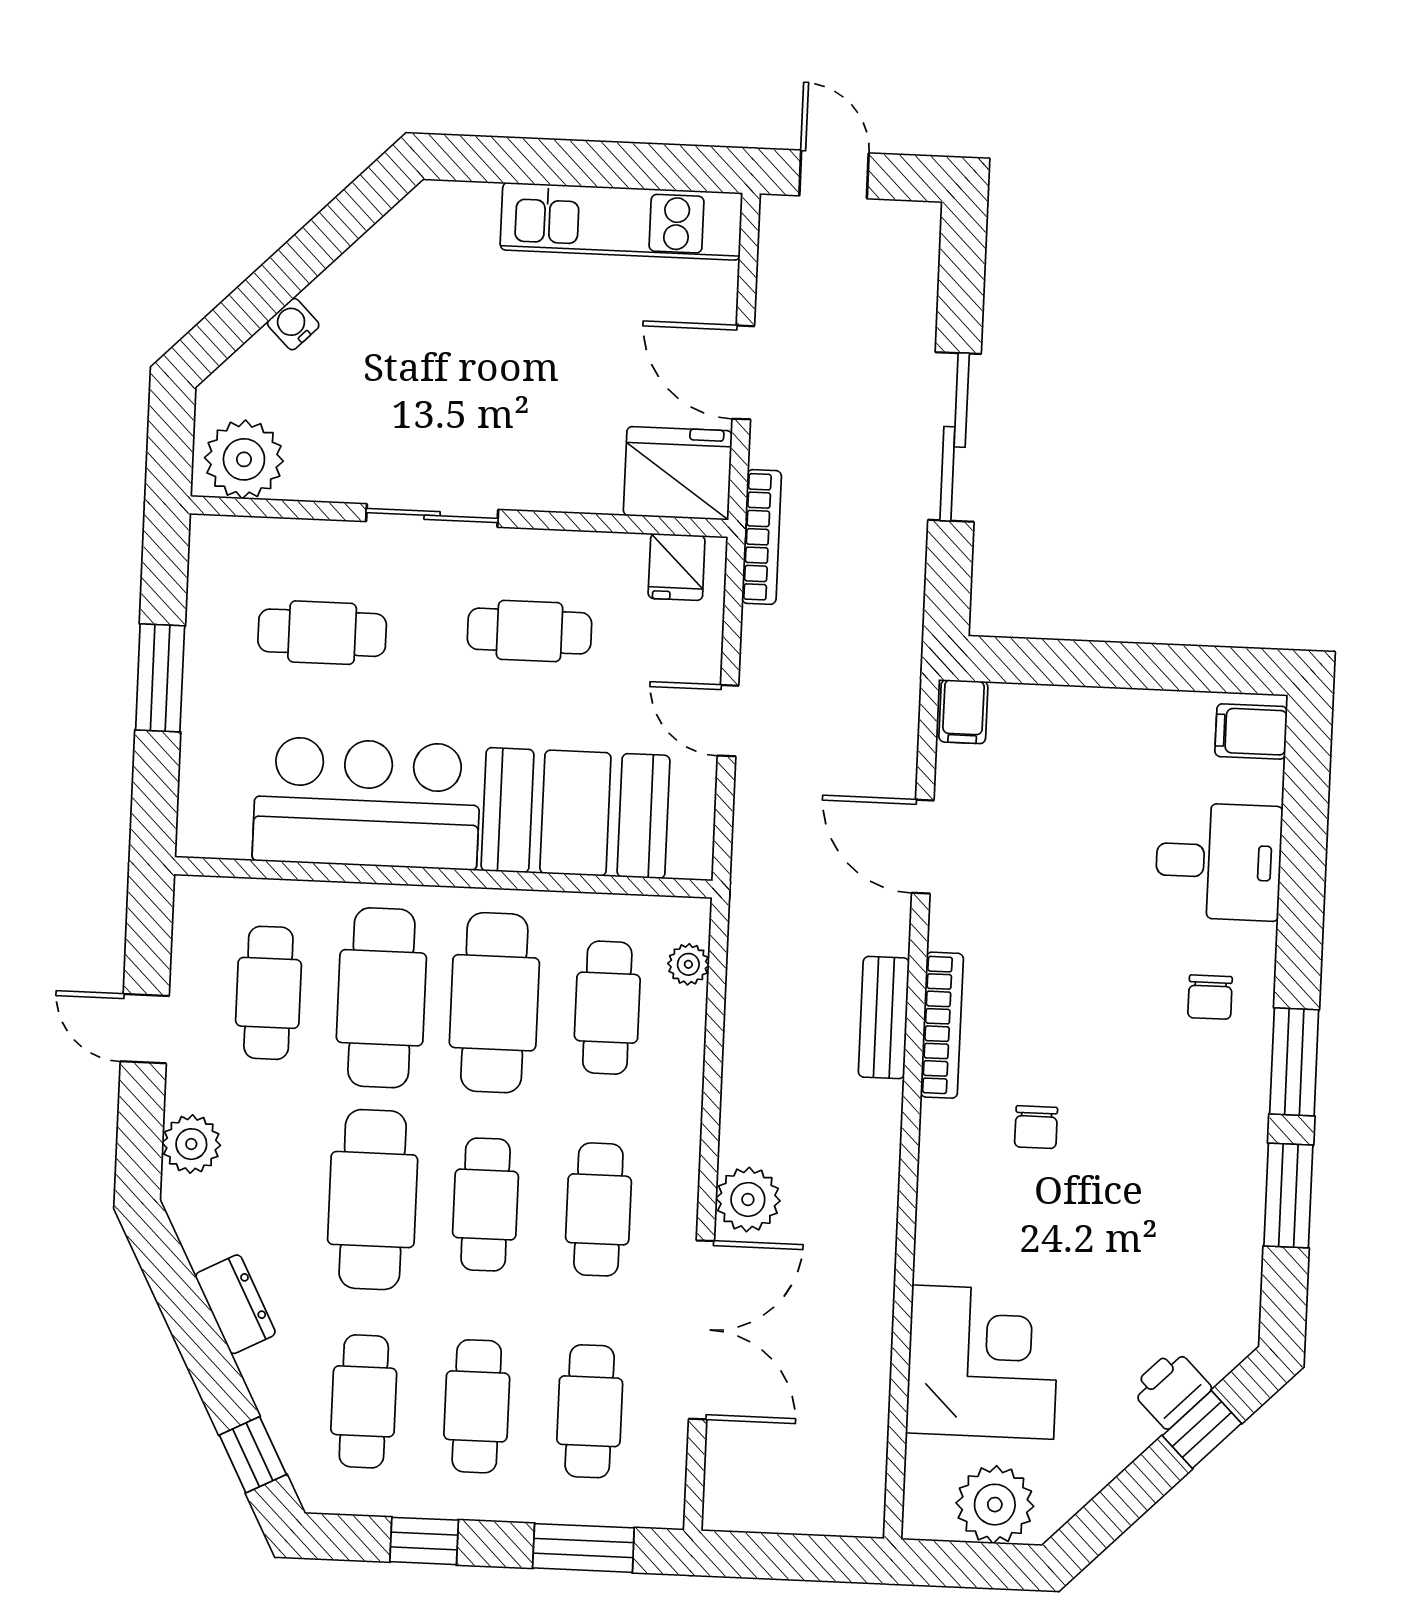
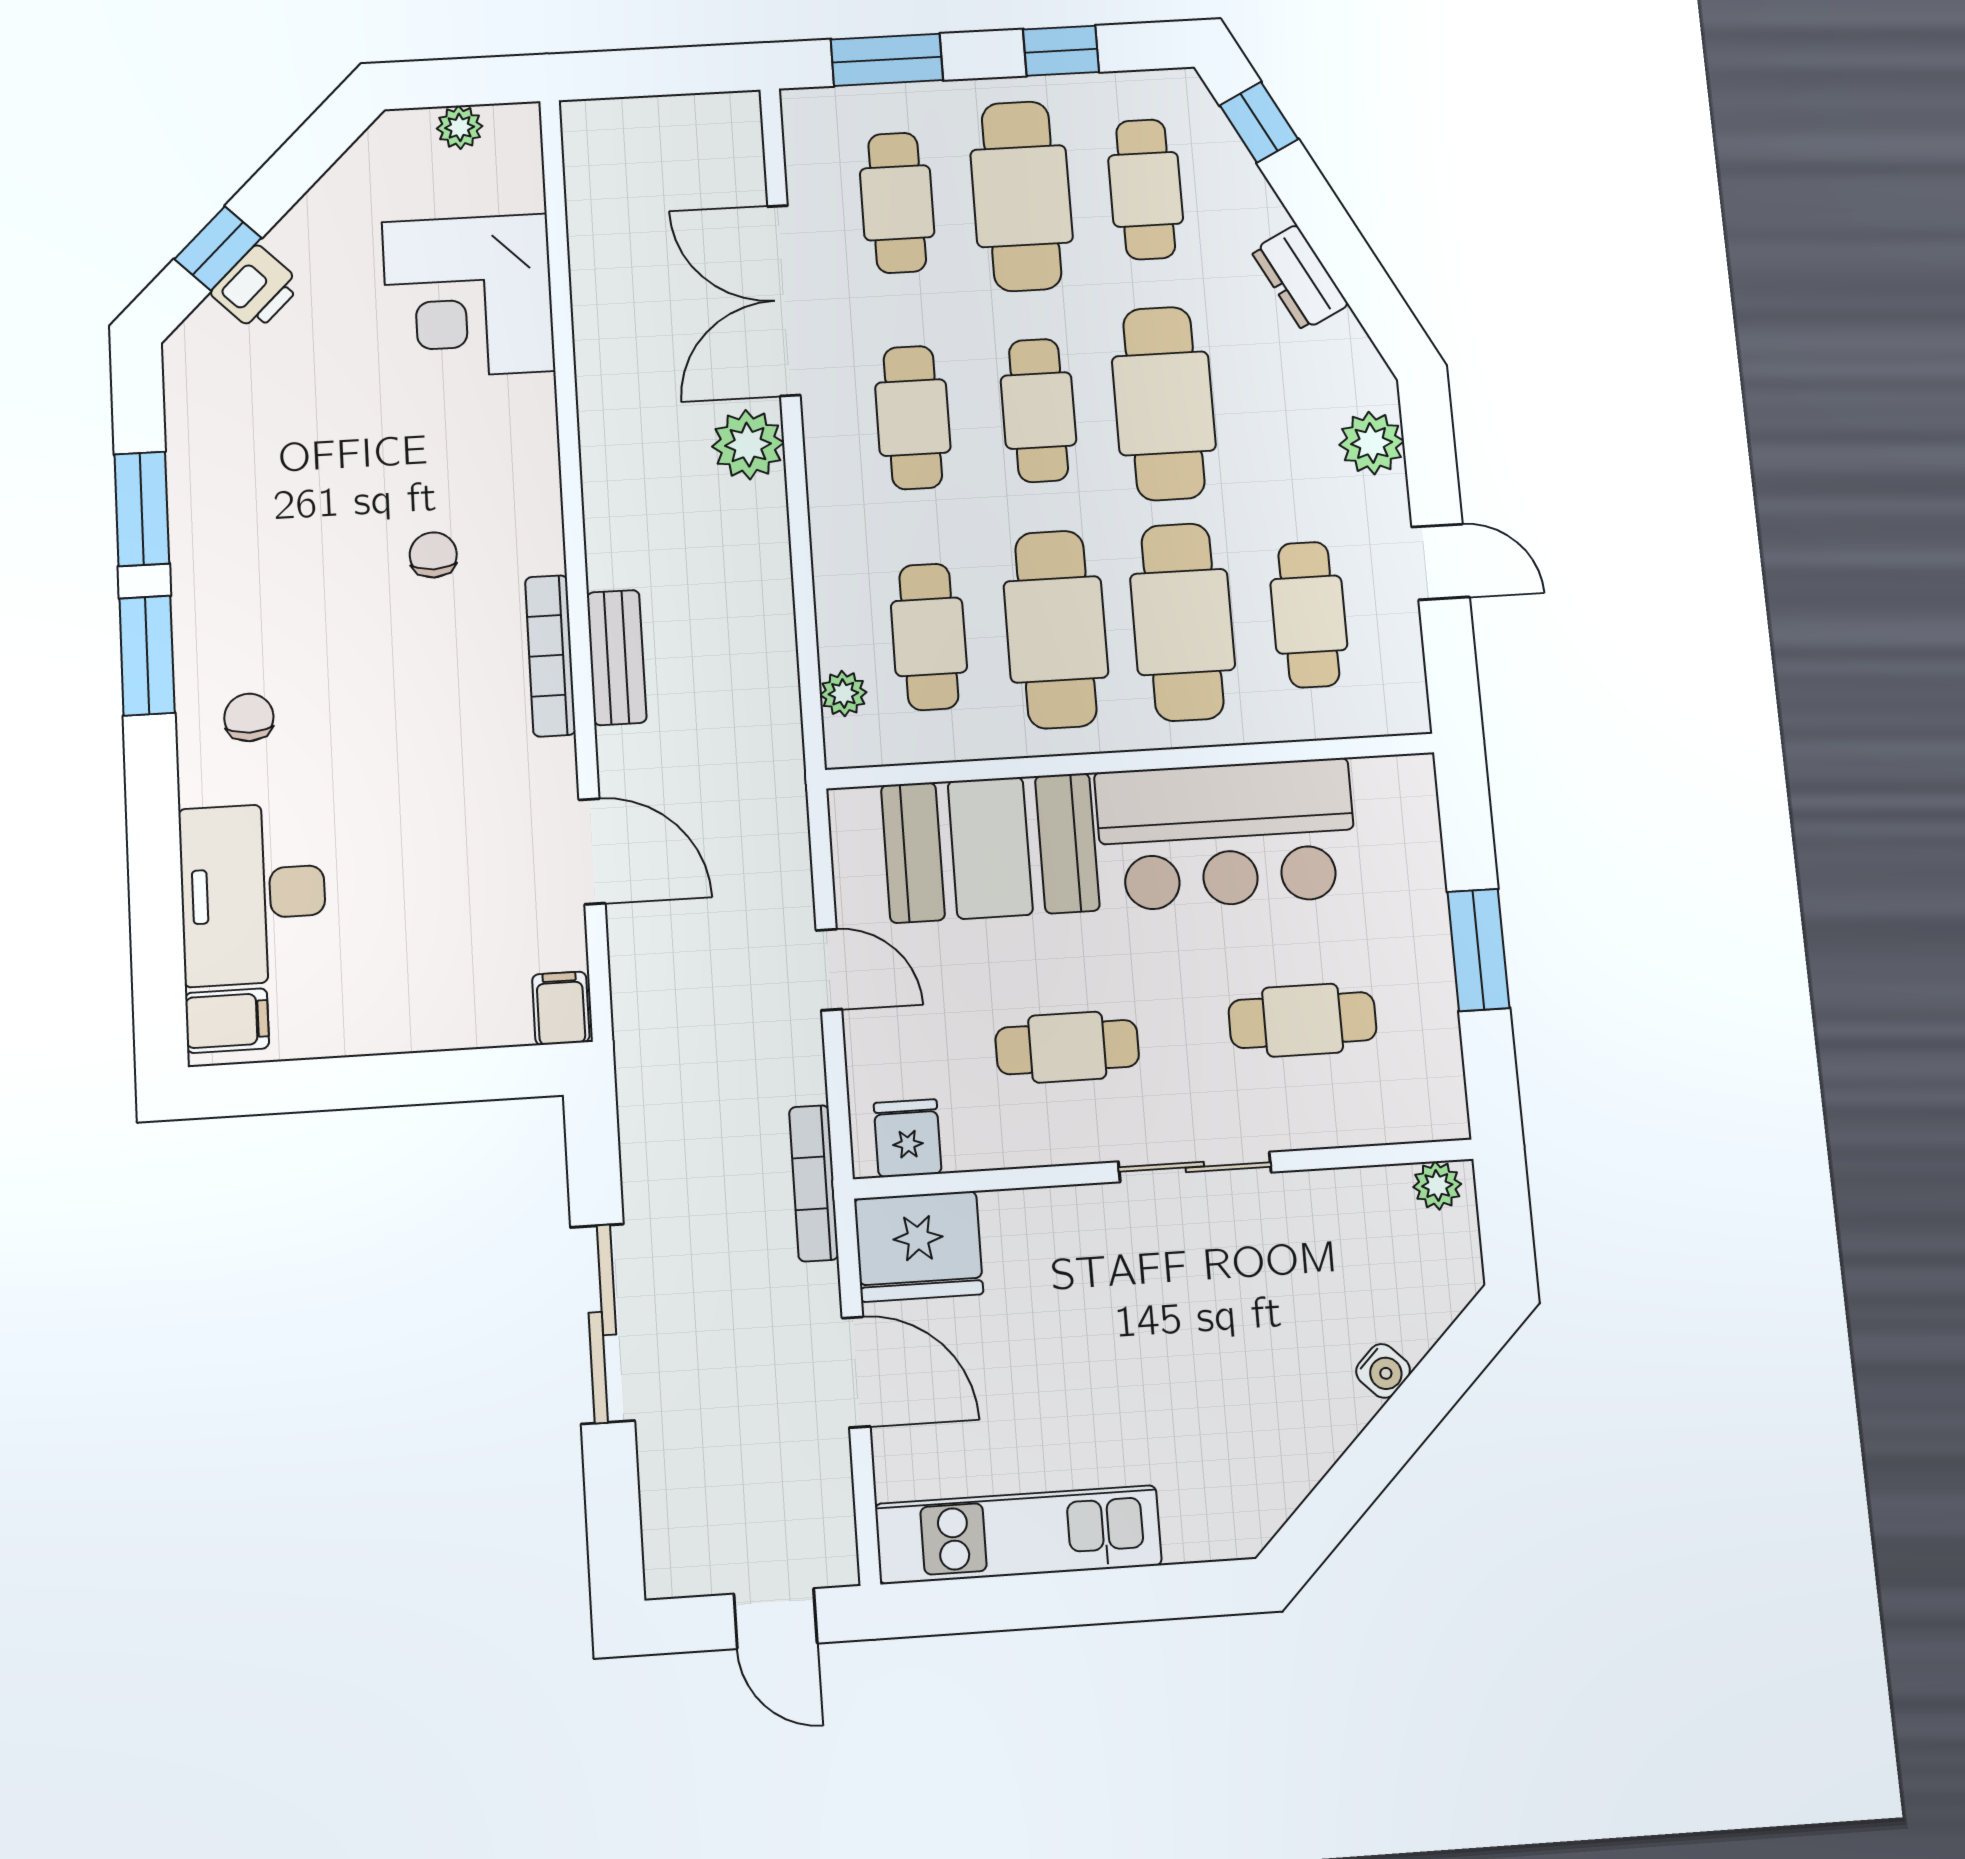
plant: (244, 459) -> (1437, 1185), width x0.53, depth x0.53
desk: (1219, 861) -> (253, 894), width x1.37
cafe table: (477, 1406) -> (1022, 196), width x1.37, depth x1.35
plant: (995, 1505) -> (460, 127), width x0.53, depth x0.53

